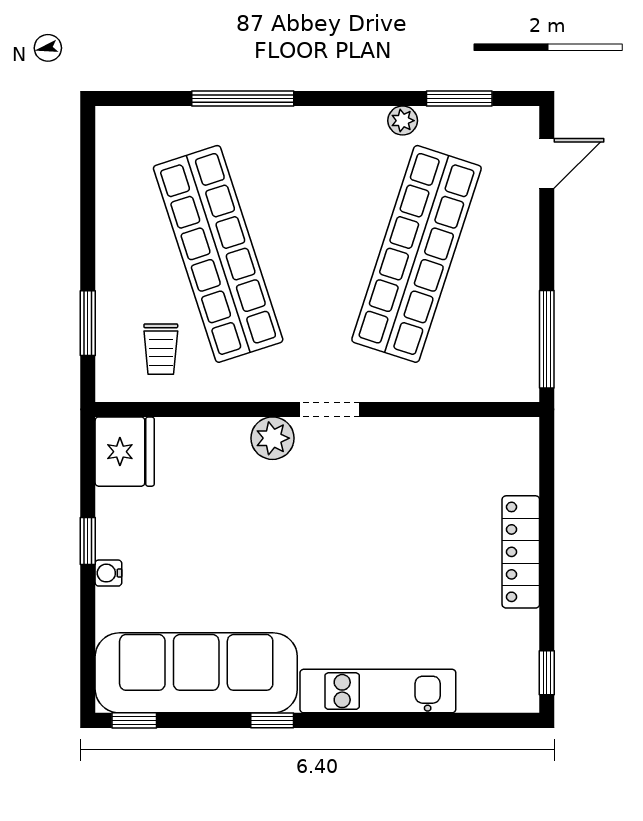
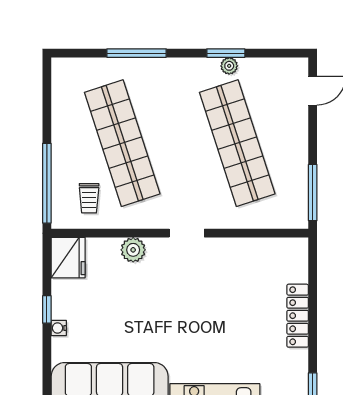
window: (459, 98) -> (226, 53), moved
shop shelf: (417, 254) -> (237, 143), turned -36
window: (88, 323) -> (47, 183), width x2.11
plant: (272, 438) -> (133, 250), moved

